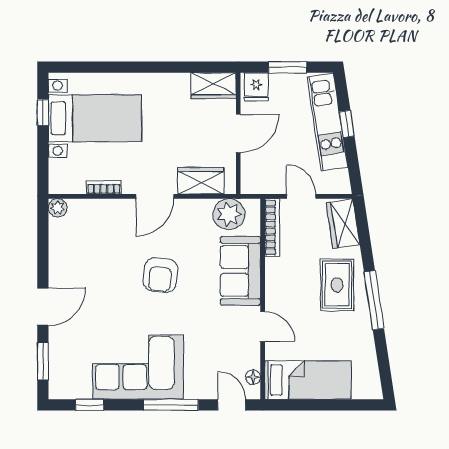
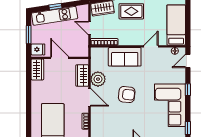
door: (301, 196) -> (90, 28), hinge flipped
plant: (229, 214) -> (98, 79), moved
window: (171, 405) -> (188, 90), width x0.46

